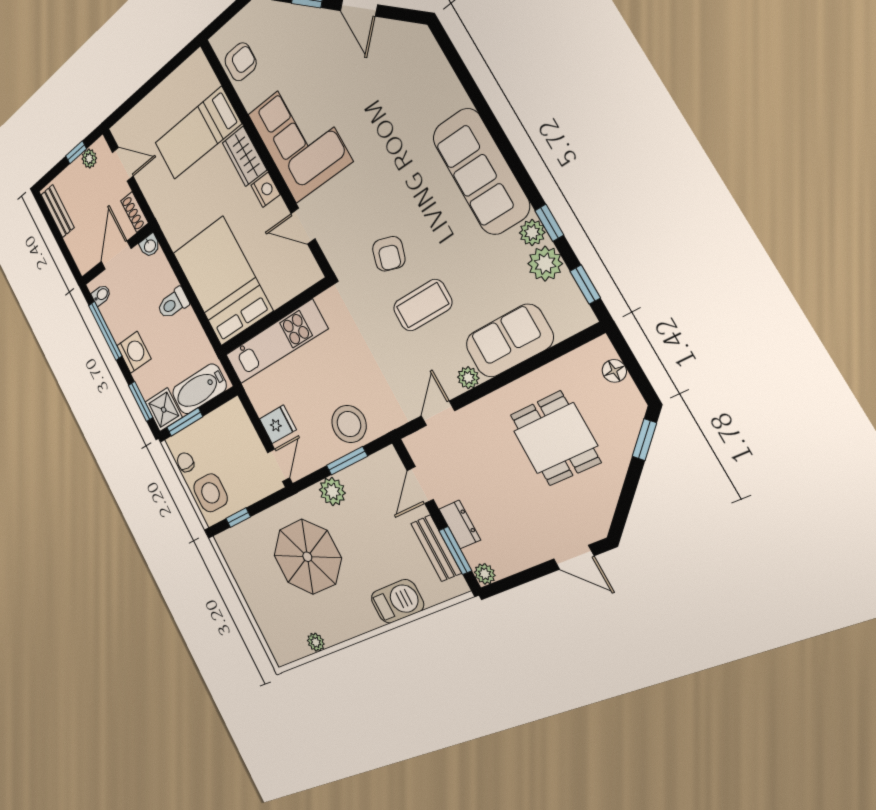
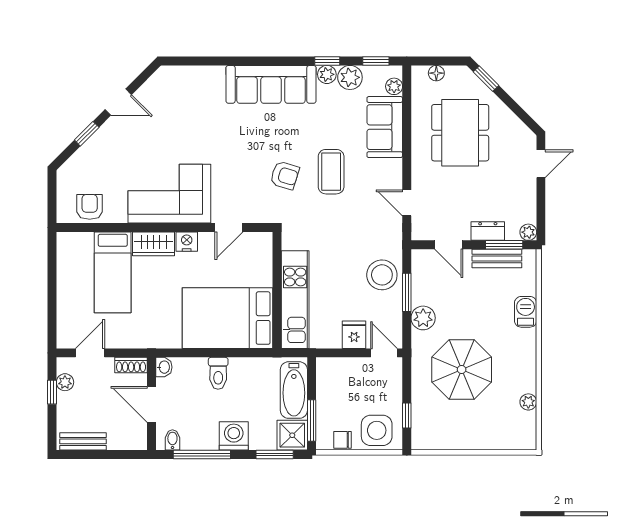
plant: (468, 378) -> (394, 86), moved
dining table: (555, 438) -> (460, 133), width x1.38
barbecue: (397, 601) -> (526, 312), width x0.73, depth x0.79

